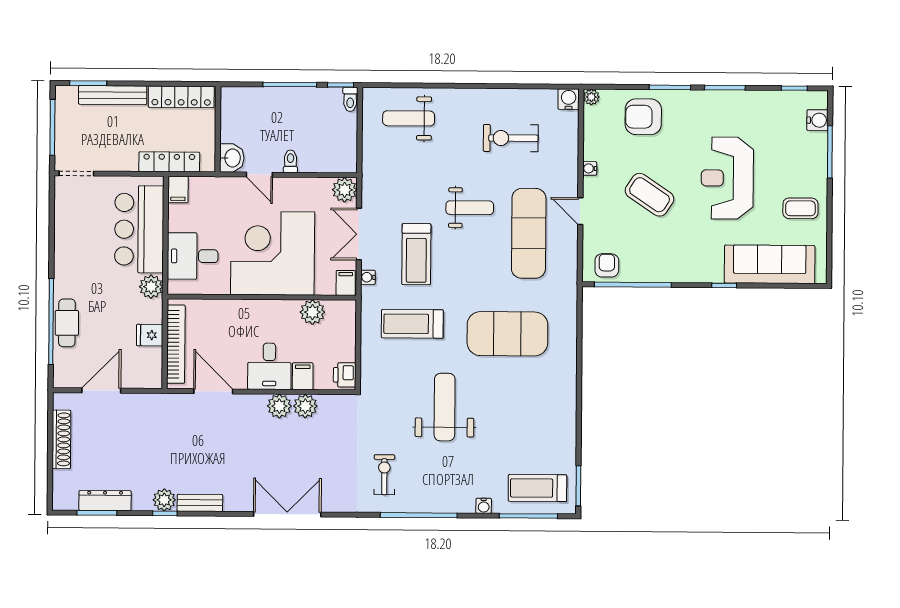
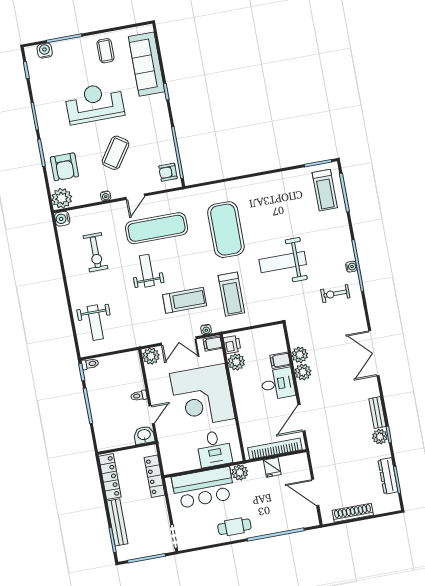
plant: (591, 97) -> (62, 198), width x1.88, depth x1.88
reception desk: (727, 178) -> (95, 103), turned 180
filing cabinet: (178, 190) -> (172, 467), removed
cafe table: (67, 323) -> (234, 527), moved
printer: (345, 375) -> (232, 344), moved, turned -90
water cooler: (484, 506) -> (351, 267), moved

